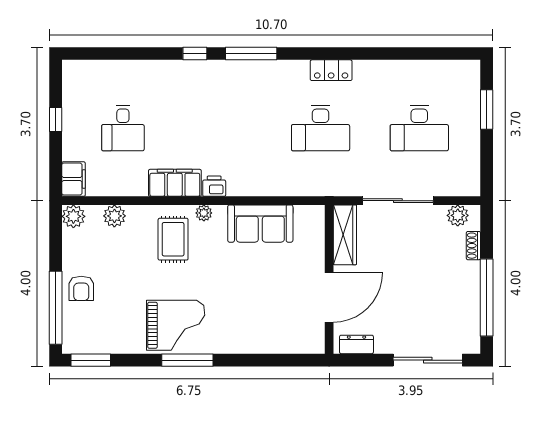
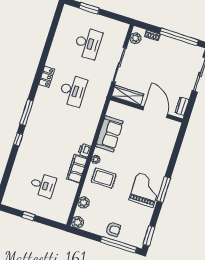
filing cabinet: (73, 179) -> (60, 217), removed

